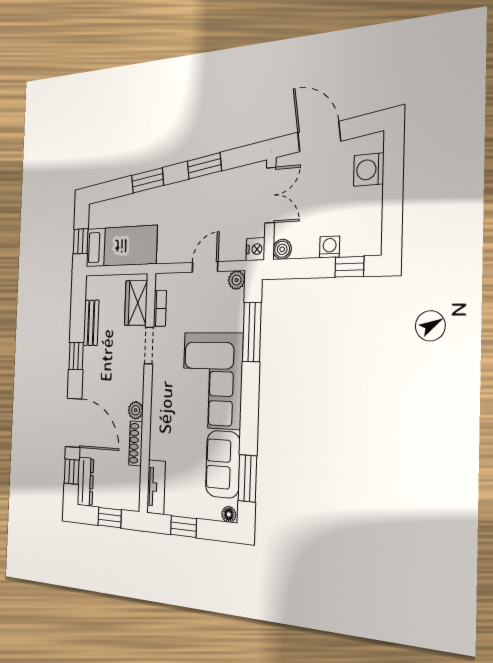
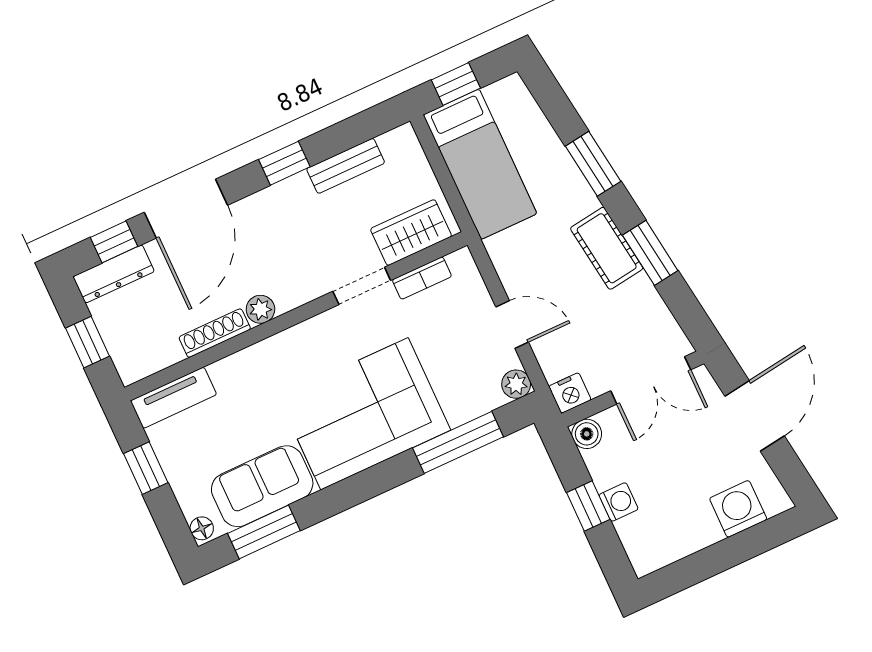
cot: (191, 191) -> (607, 248), added
window: (349, 267) -> (588, 506), moved

